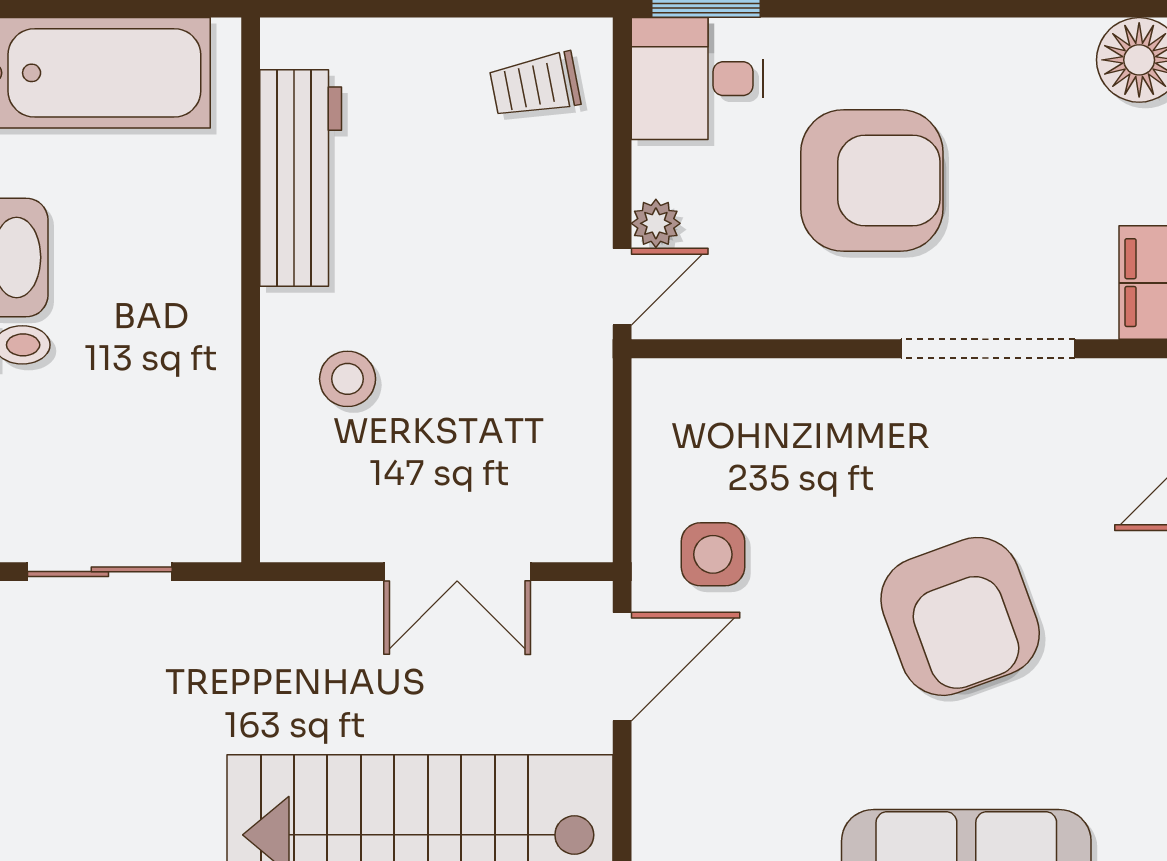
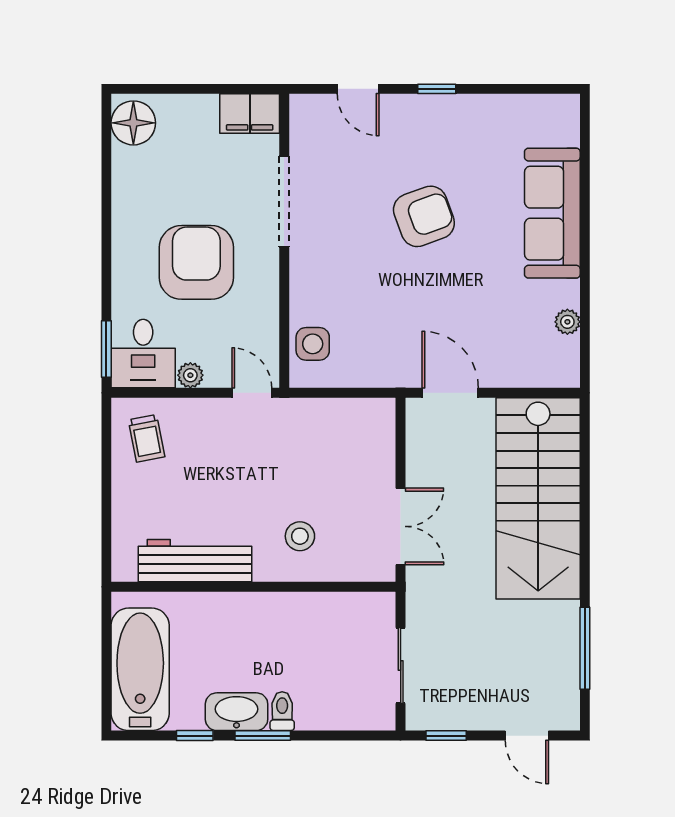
plant: (656, 223) -> (190, 375), moved
side table: (713, 554) -> (313, 344), moved
double door: (457, 572) -> (401, 526), moved
armchair: (960, 616) -> (424, 216), width x0.73, depth x0.73

